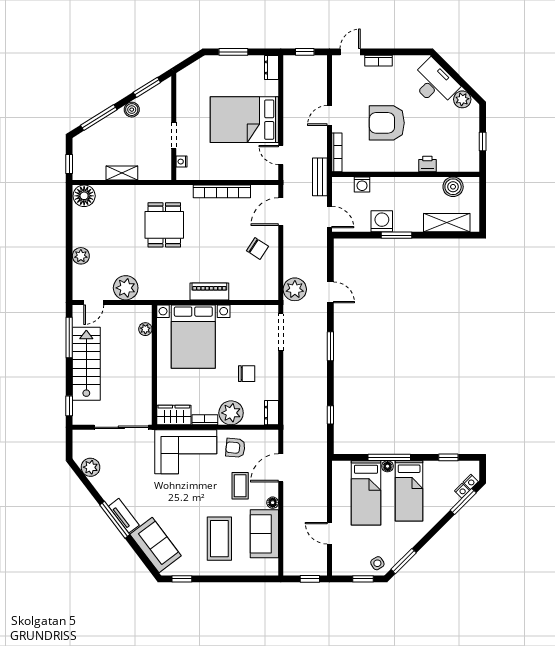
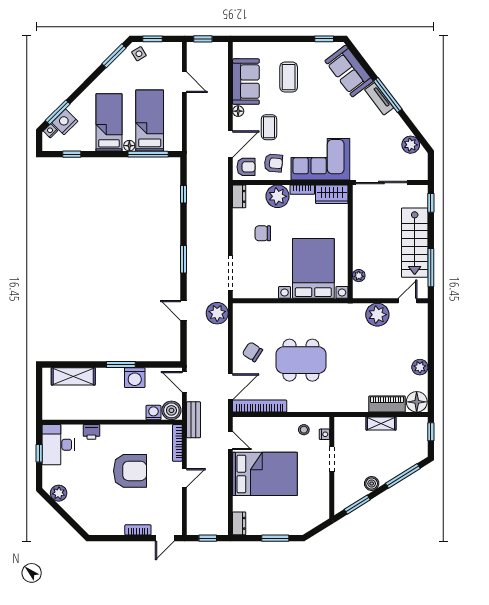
desk: (434, 83) -> (58, 445), moved, turned 45
stool: (203, 166) -> (304, 430), added
boiler: (453, 187) -> (171, 410), moved
bookcase: (222, 191) -> (260, 406), moved
dining table: (164, 225) -> (301, 360), moved, width x1.38
plant: (81, 256) -> (420, 367), moved
piano: (209, 291) -> (387, 404), moved, turned 180
armchair: (264, 444) -> (246, 167), added
window: (389, 457) -> (148, 154), moved
nightstand: (462, 491) -> (65, 122), width x1.89, depth x1.79
coffee table: (219, 539) -> (289, 77), width x0.73, depth x0.76

